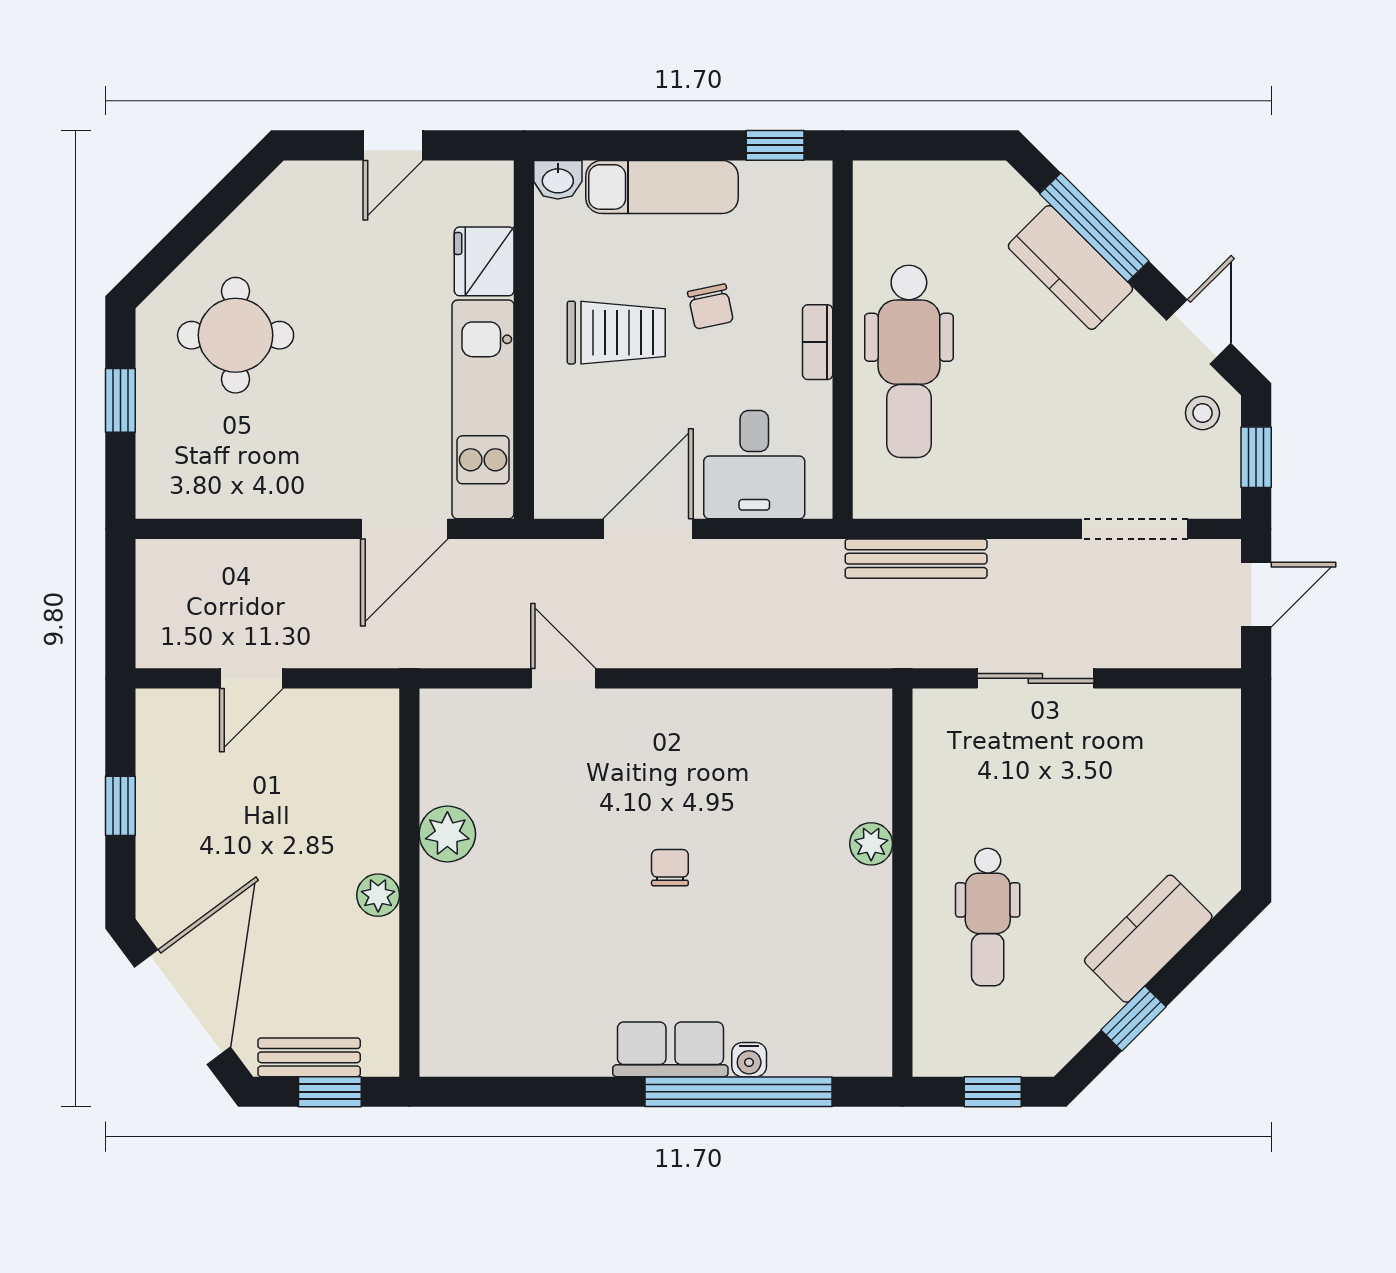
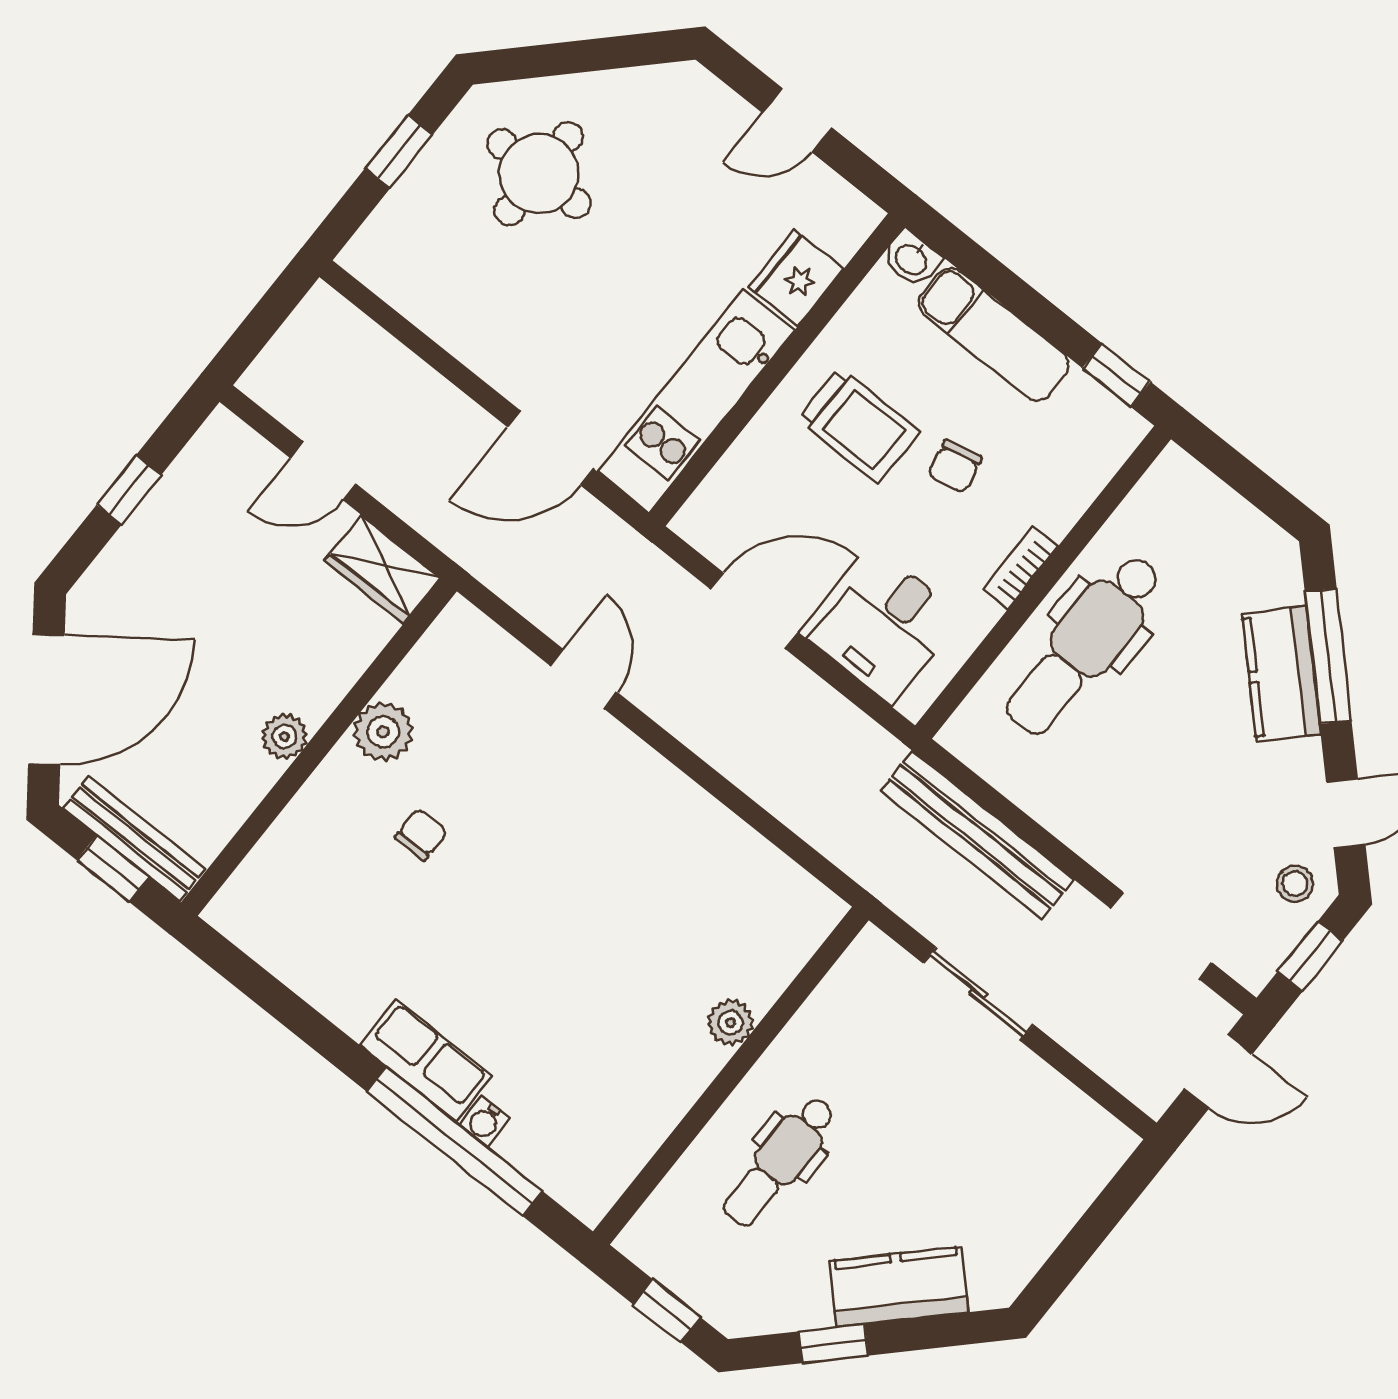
bench: (916, 559) -> (977, 835), width x1.37, depth x1.21
wardrobe: (352, 716) -> (382, 569), added
chair: (670, 868) -> (421, 834), moved
bench: (309, 1057) -> (134, 838), width x1.36

